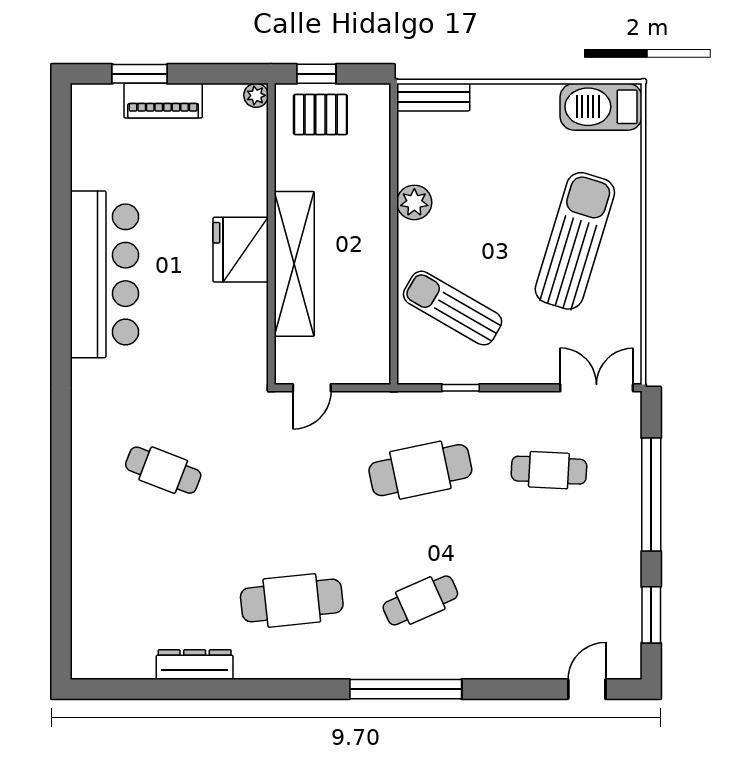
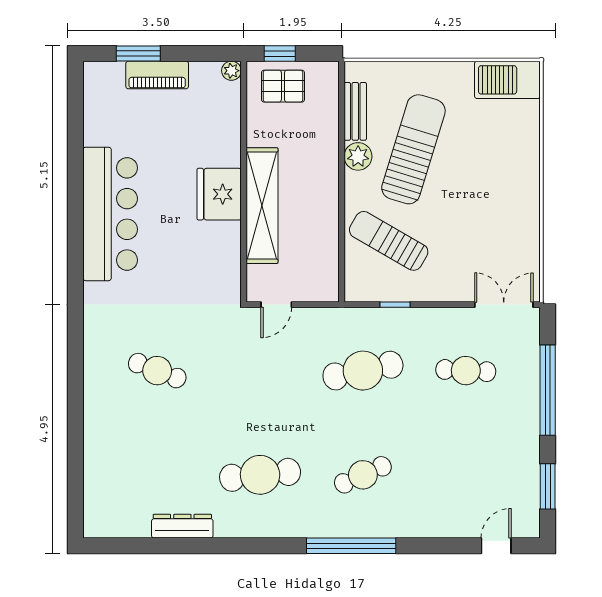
bench: (433, 97) -> (355, 111), moved, turned 90
sun lounger: (575, 241) -> (413, 149), moved

